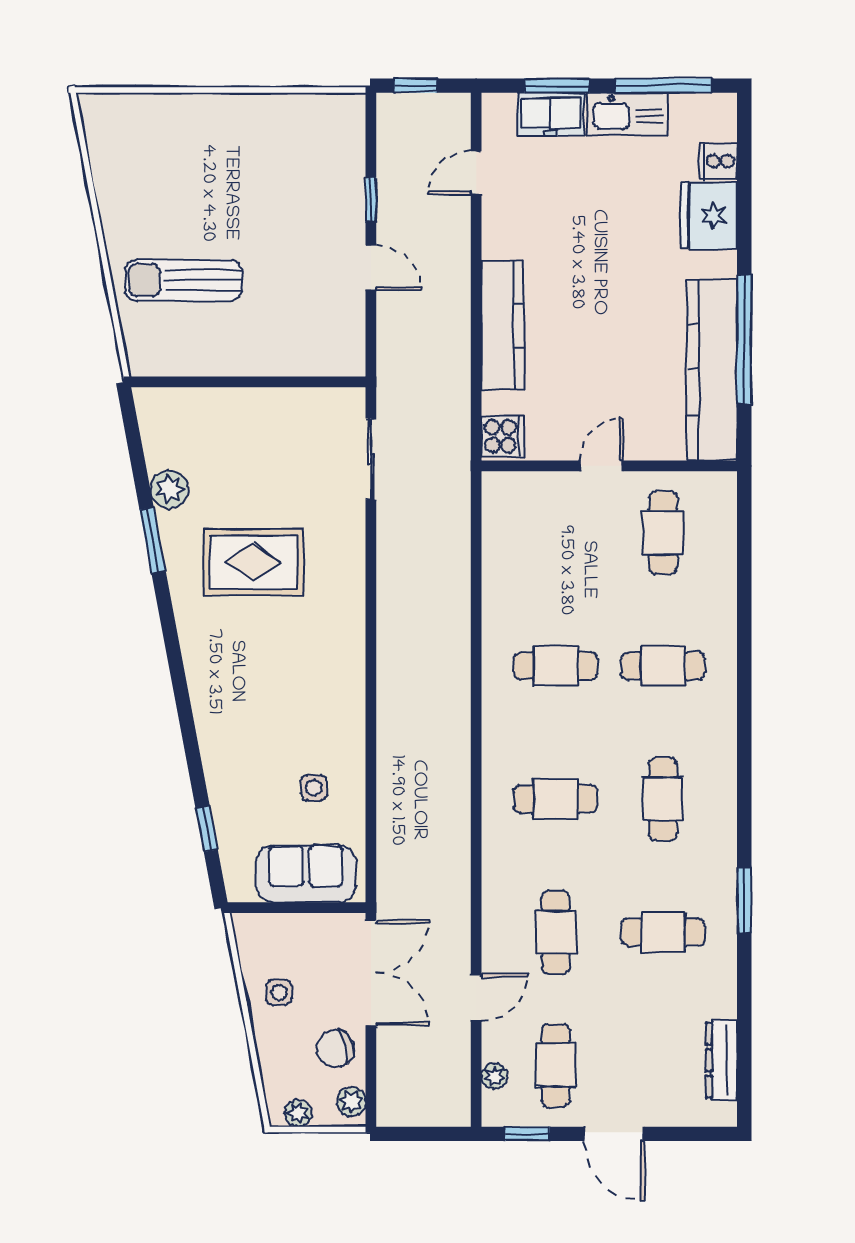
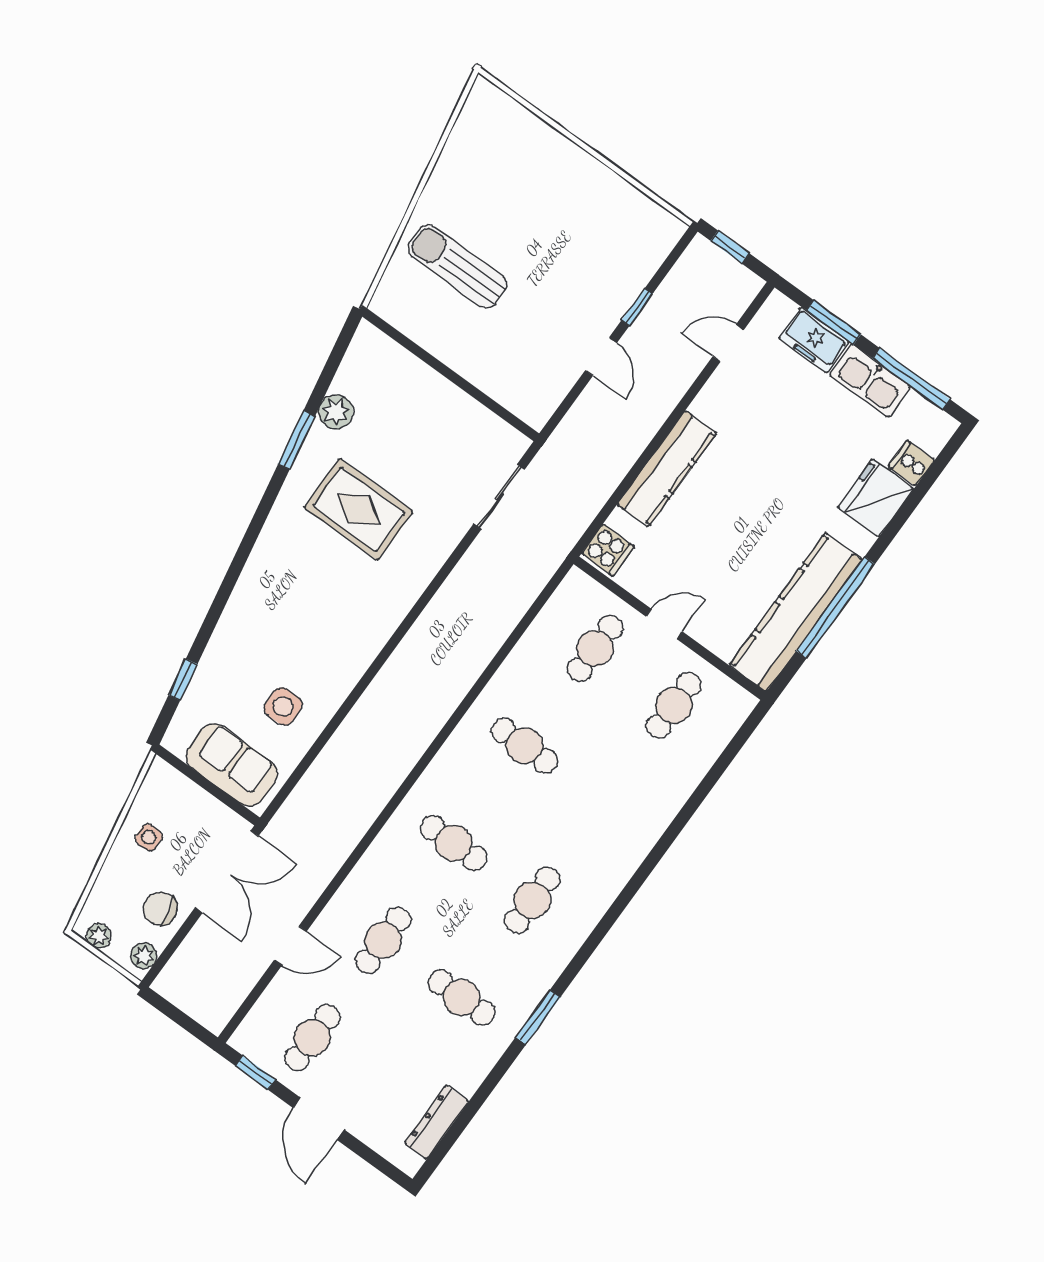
cafe table: (663, 666) -> (595, 648), moved, turned 90
side table: (314, 788) -> (283, 706), width x1.37, depth x1.37
plant: (494, 1076) -> (262, 1013), removed

